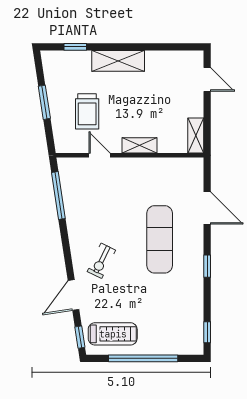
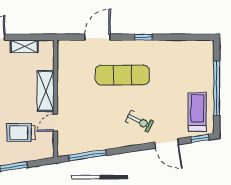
trolley: (87, 111) -> (21, 133), turned 180
shelving: (196, 135) -> (24, 46), moved
shelving: (139, 145) -> (46, 91), width x1.50, depth x1.33
window: (207, 332) -> (196, 37), removed

